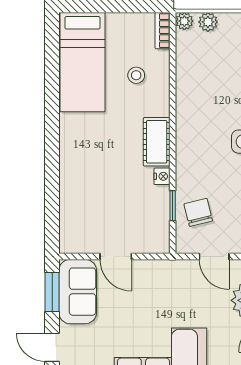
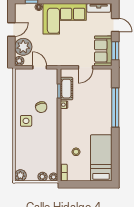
cot: (157, 142) -> (66, 89), moved
window: (52, 170) -> (115, 107), added
chair: (198, 212) -> (41, 107), moved
door: (116, 256) -> (86, 67), swing flipped

